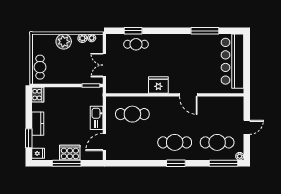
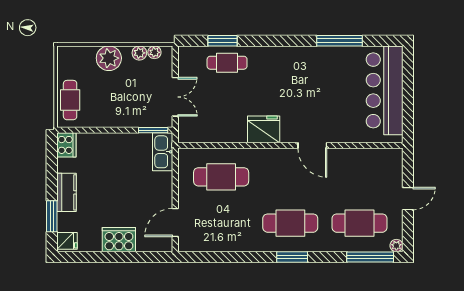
double door: (104, 65) -> (175, 97), swing flipped
kitchen sink: (97, 118) -> (163, 152), moved
window: (67, 163) -> (114, 257), removed

